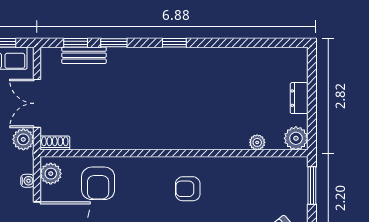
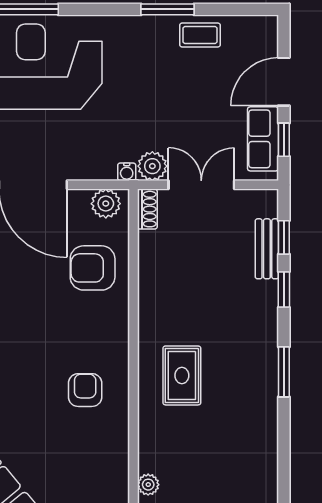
window: (174, 43) -> (284, 372), width x1.50
rug: (177, 118) -> (182, 375), added
water cooler: (27, 181) -> (127, 172), moved

